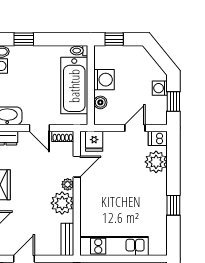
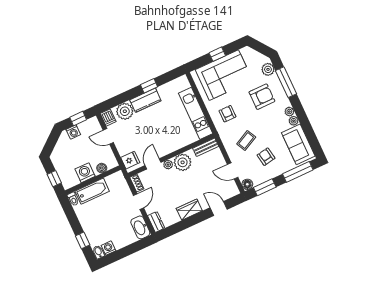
bathtub: (74, 86) -> (92, 191), width x0.73, depth x0.73
door: (77, 167) -> (153, 164), hinge flipped
kitchen counter: (158, 193) -> (145, 100), added

